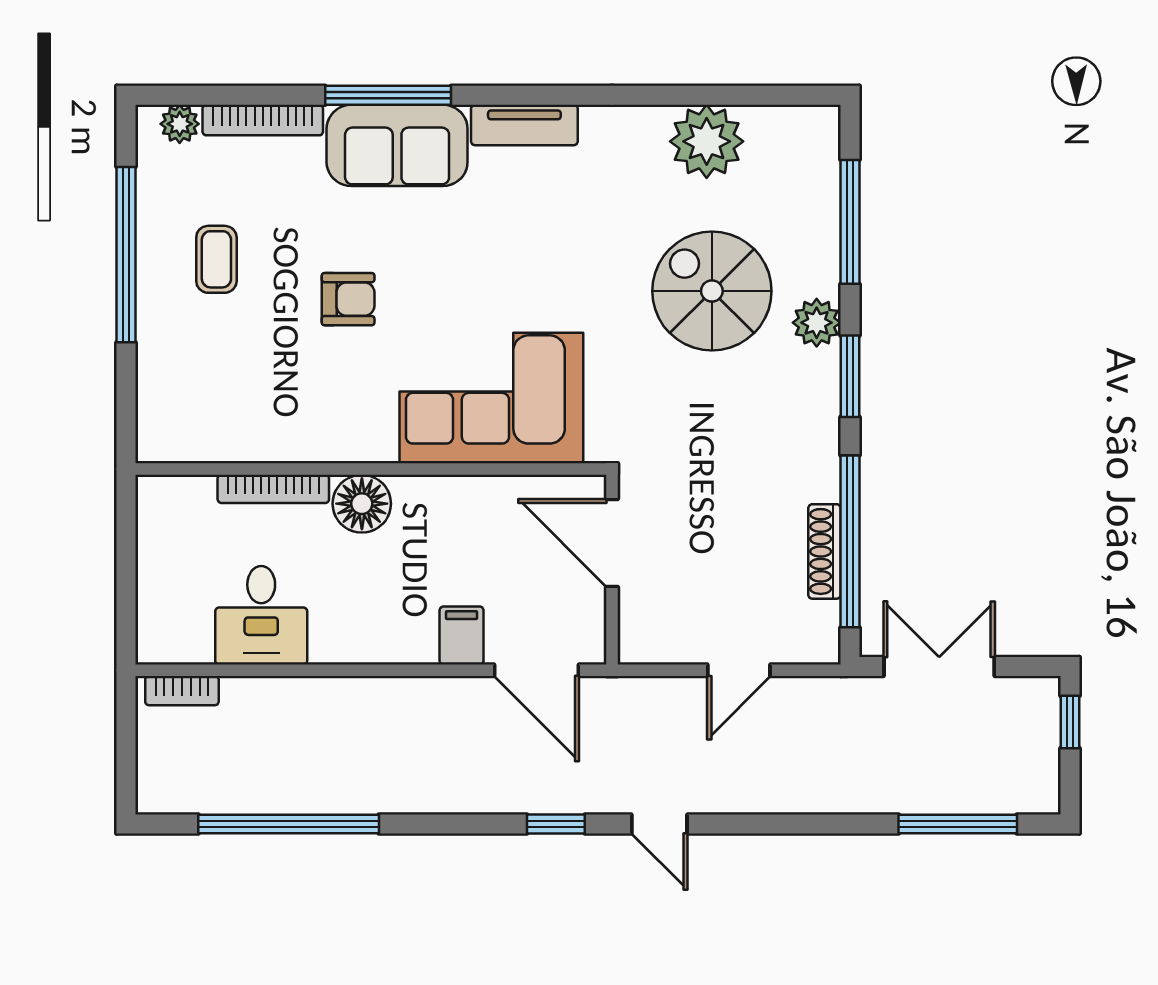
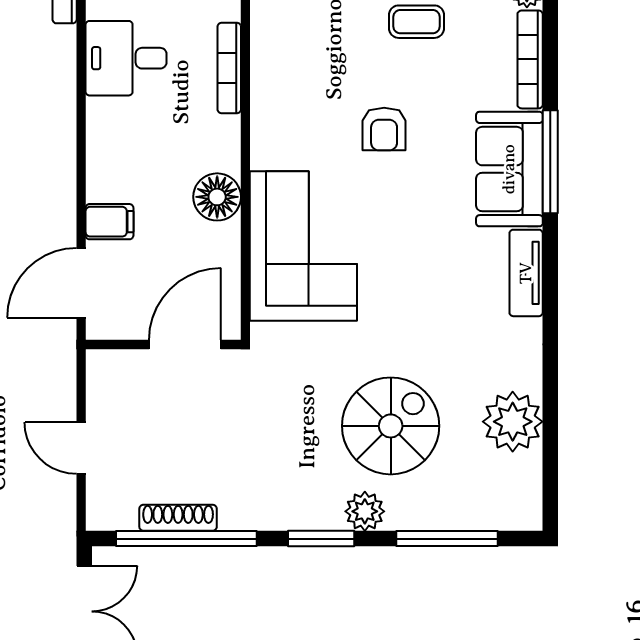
floor lamp: (362, 504) -> (217, 197), moved

